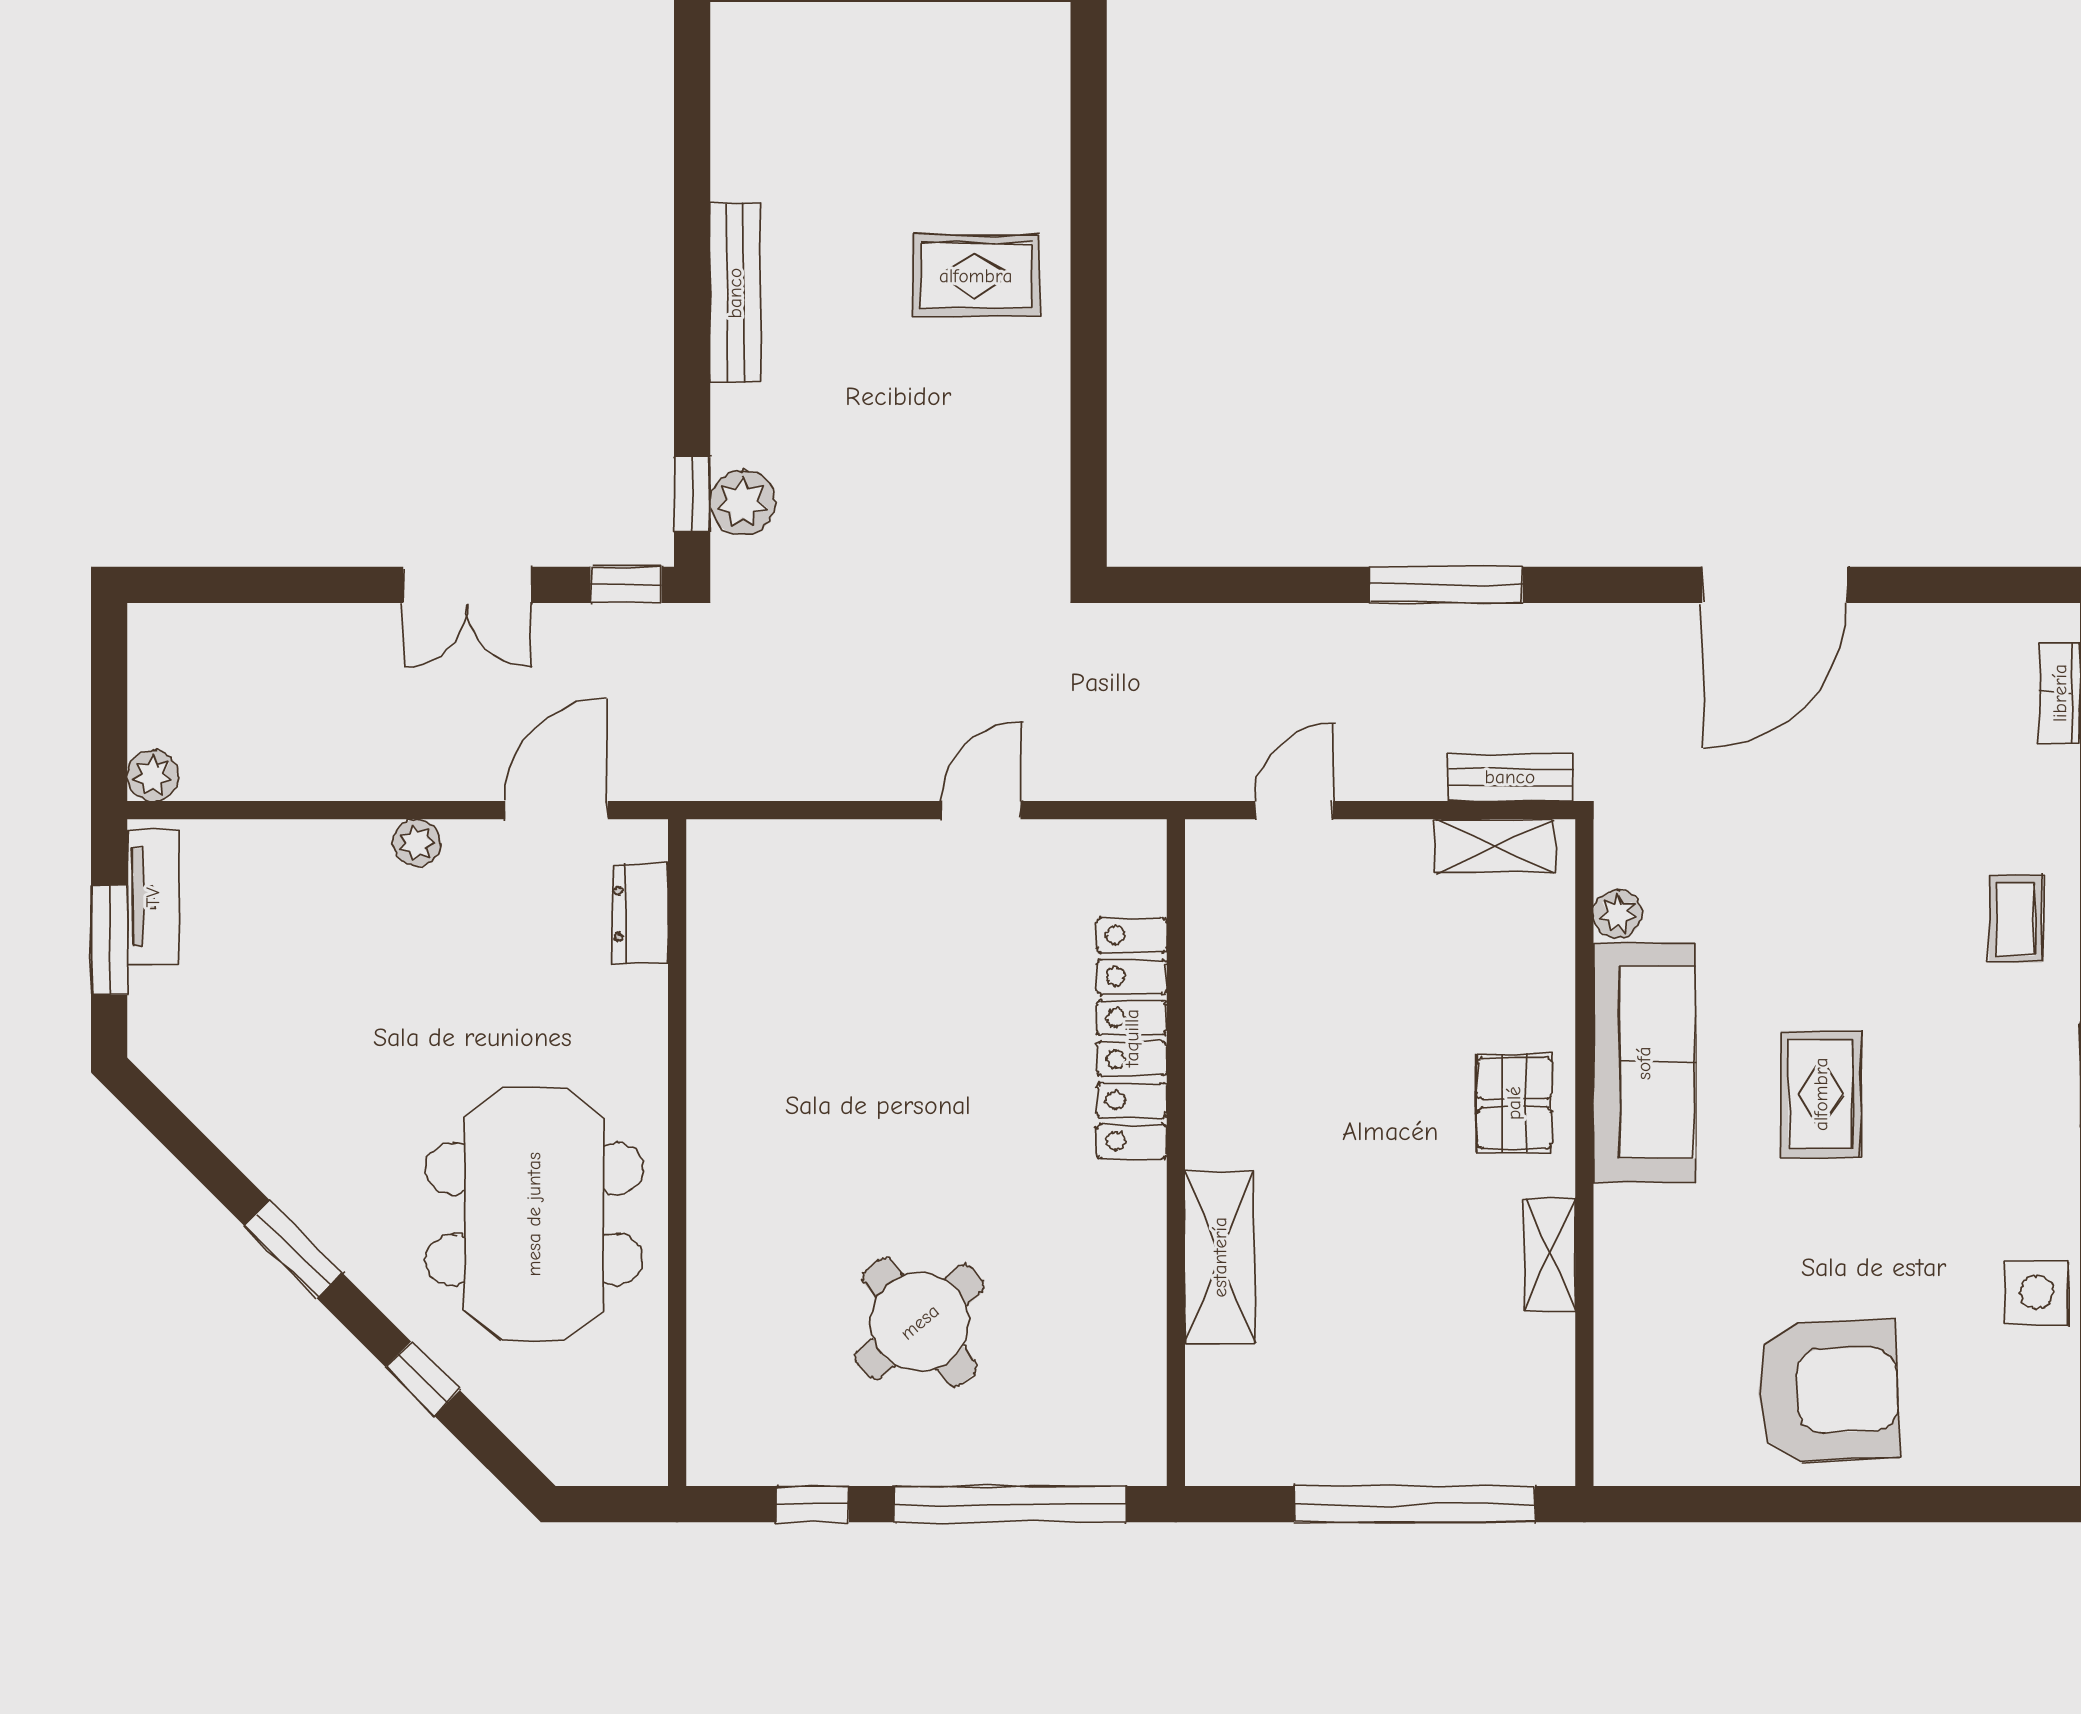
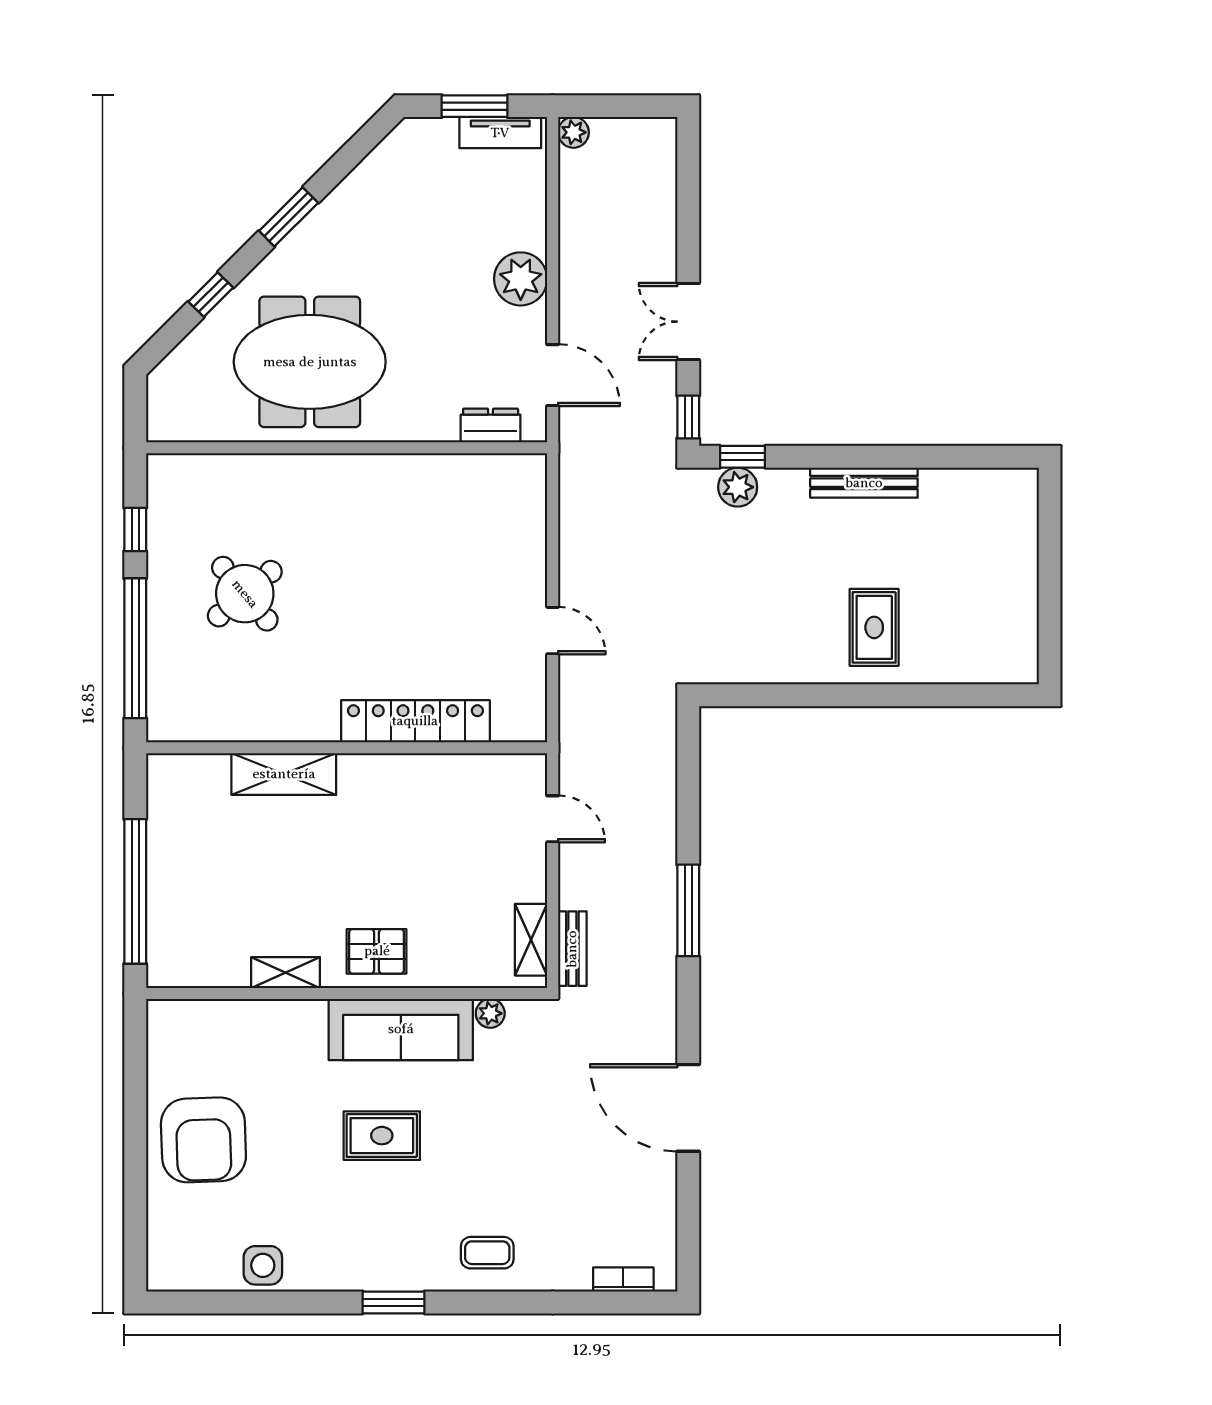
plant: (417, 843) -> (521, 279), width x1.88, depth x1.88

